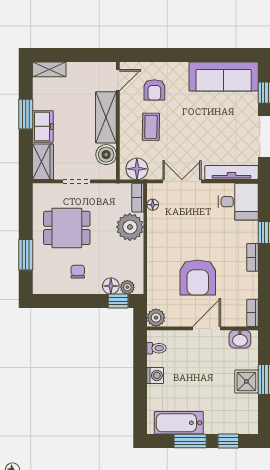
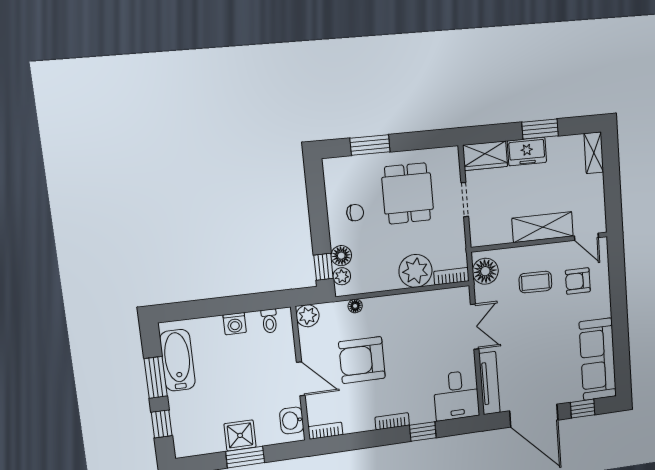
boiler: (106, 155) -> (499, 232), removed
floor lamp: (153, 205) -> (355, 306), moved

